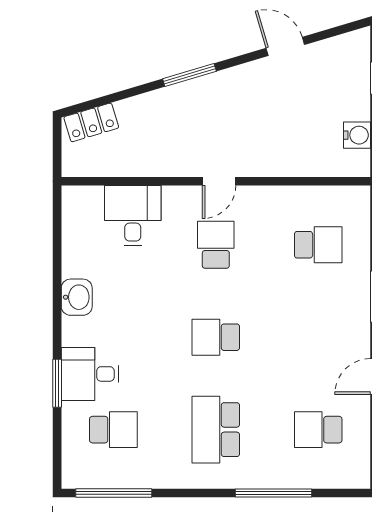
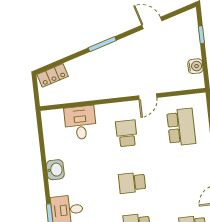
door: (219, 181) -> (148, 97), moved
school desk: (318, 245) -> (181, 127), width x1.85

